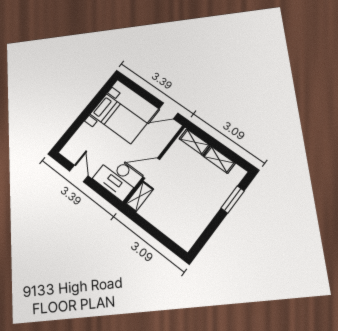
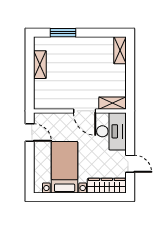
wardrobe: (77, 141) -> (107, 186), added
shelving: (195, 142) -> (120, 50), moved
door: (79, 173) -> (130, 164), swing flipped

